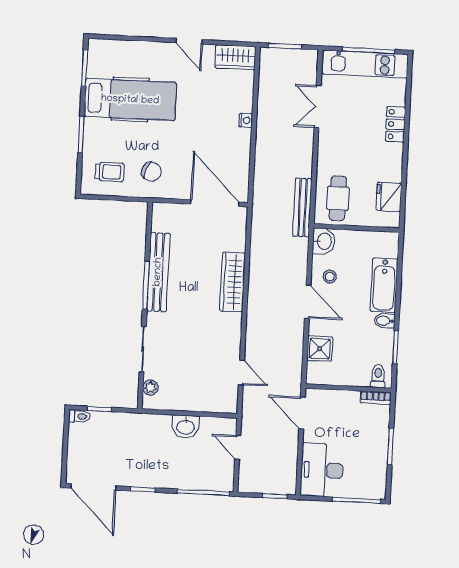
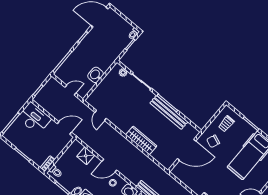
door: (215, 203) -> (187, 150), moved
door: (241, 373) -> (100, 115), hinge flipped

